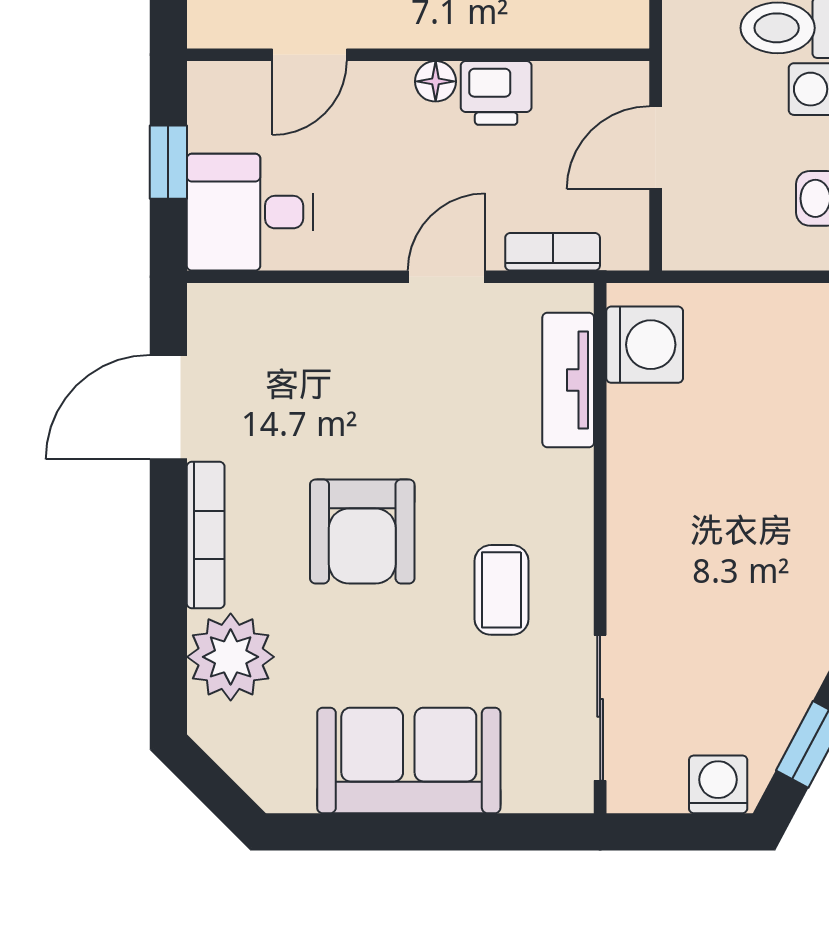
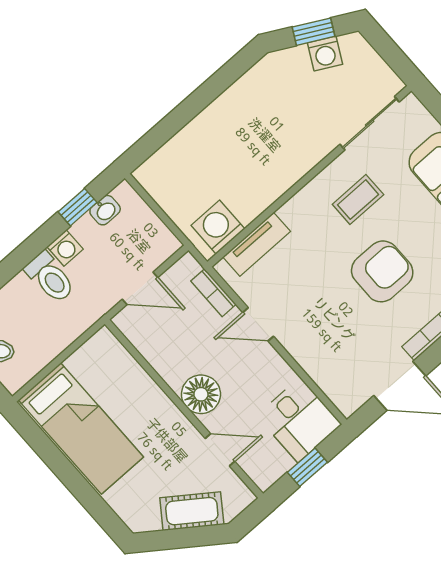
floor lamp: (436, 81) -> (201, 394), width x1.89, depth x1.89
printer: (496, 93) -> (172, 367), removed
washing machine: (718, 784) -> (325, 54), moved, turned -62

